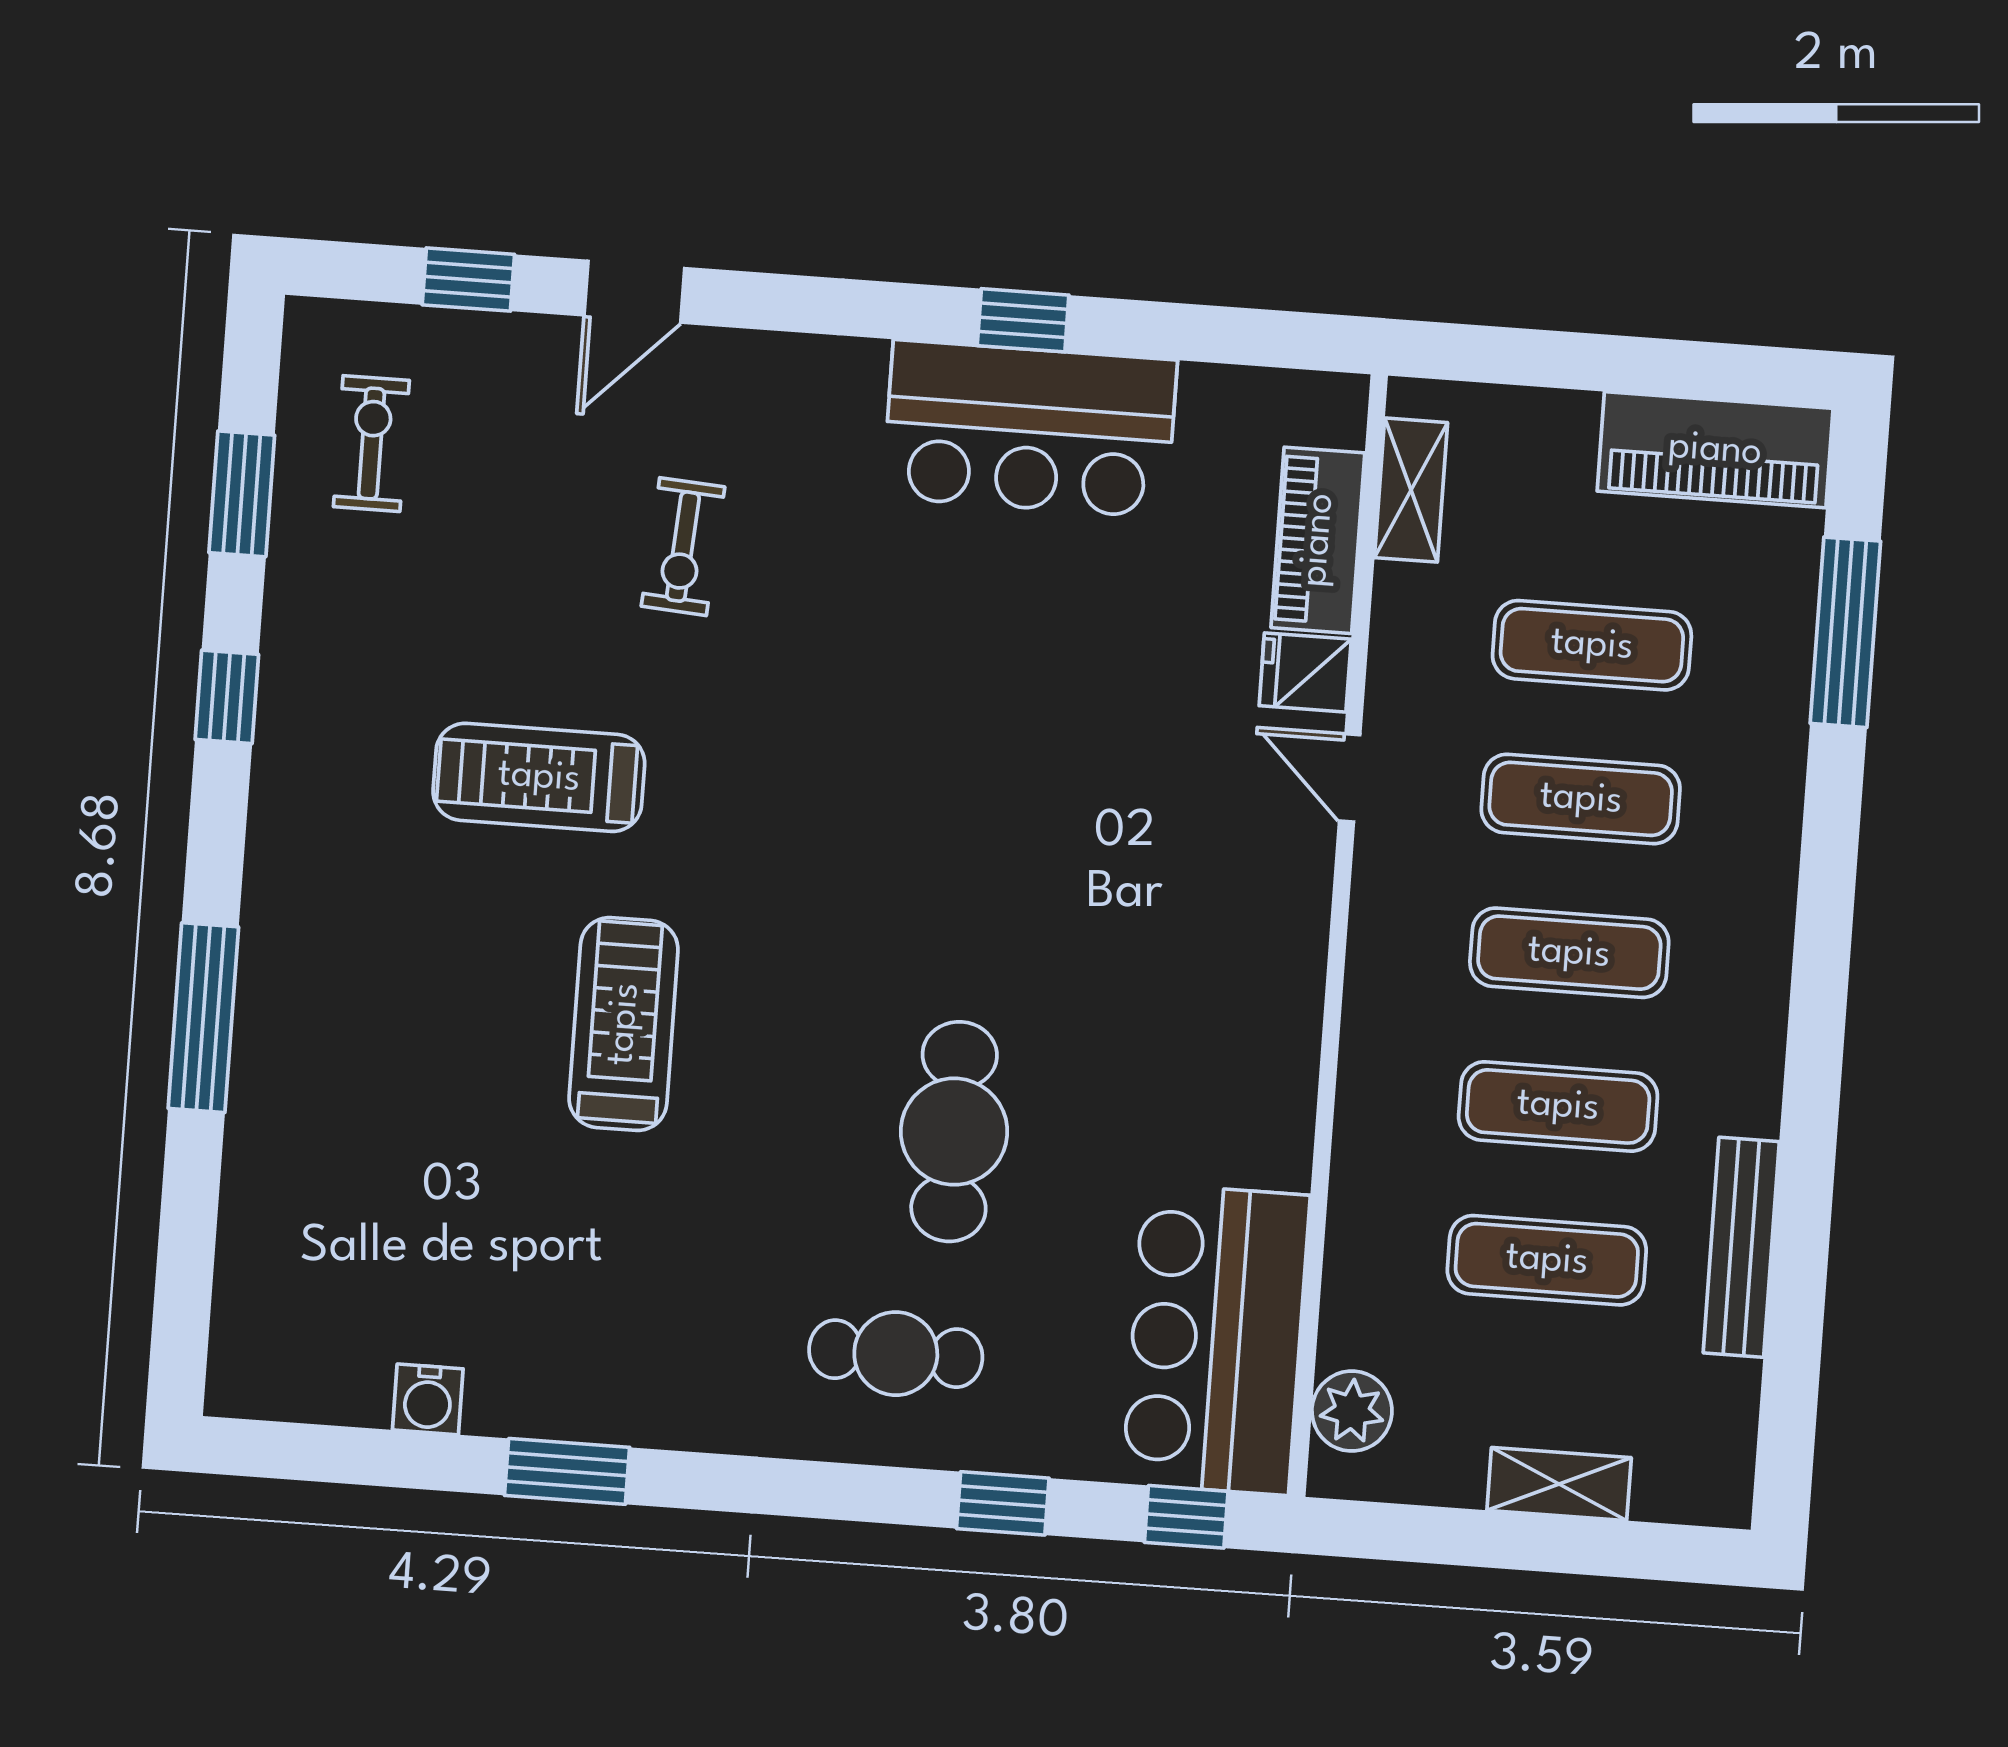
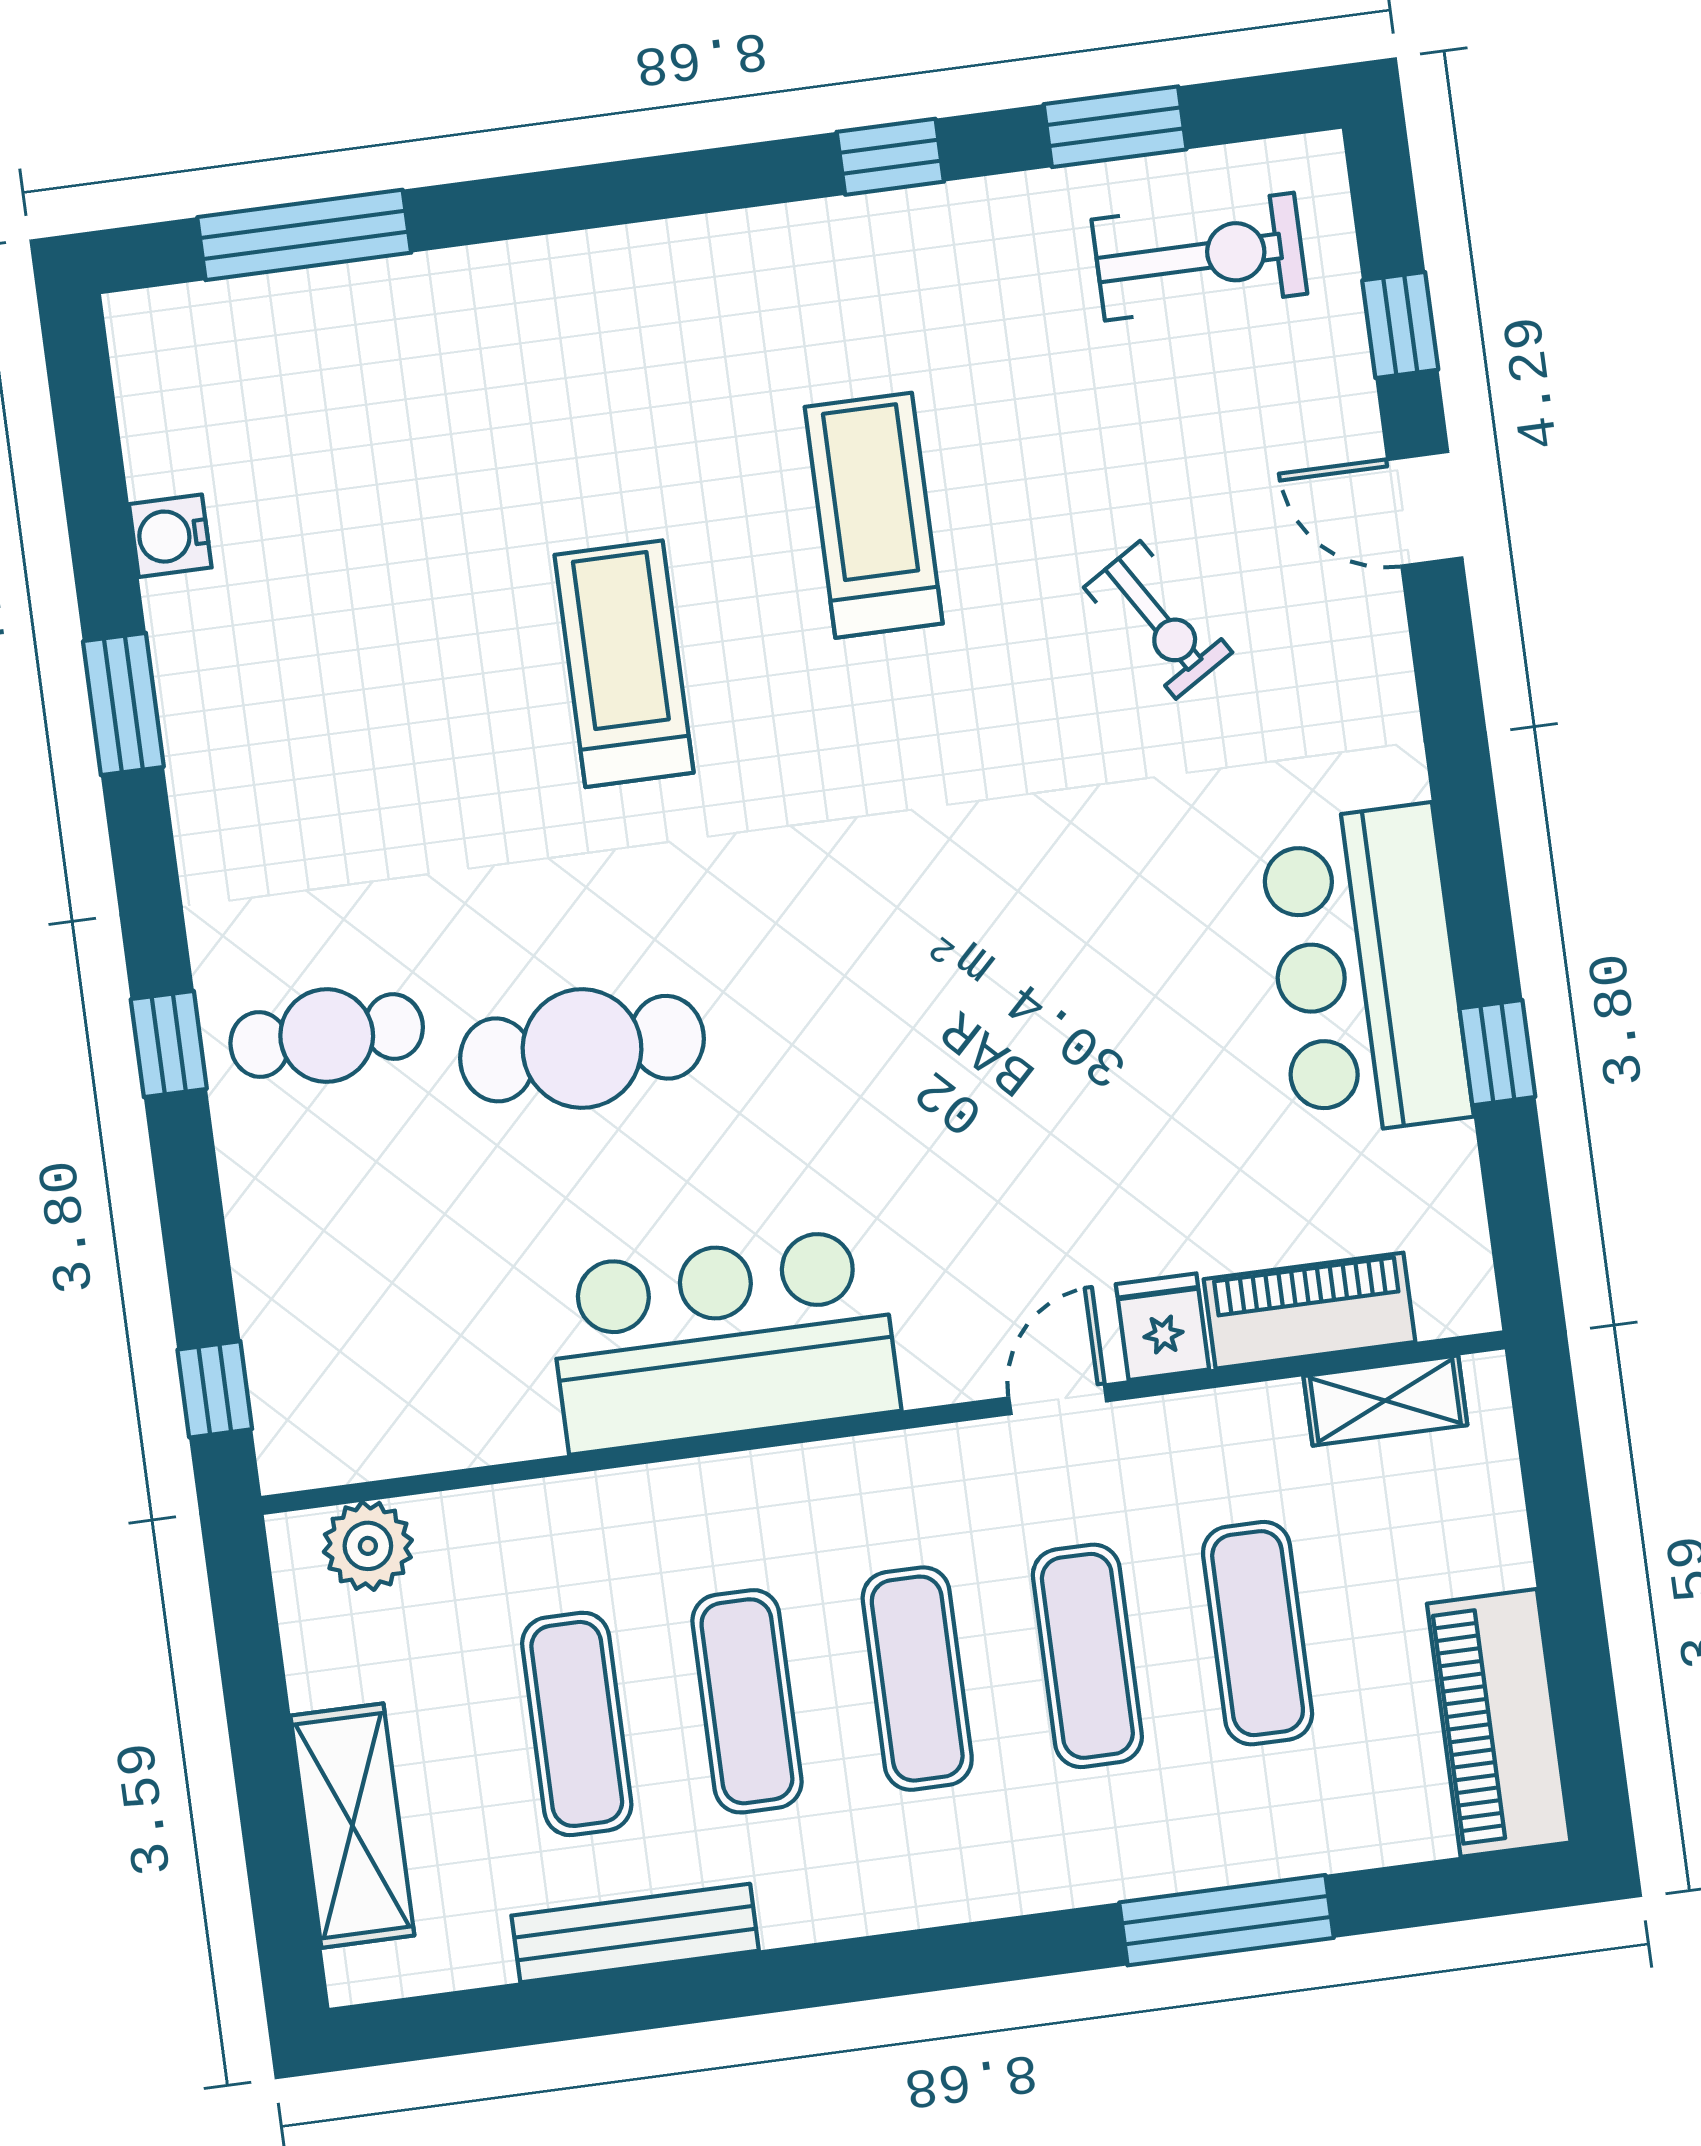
window: (1023, 320) -> (1497, 1053), moved
exercise bike: (371, 444) -> (1199, 257), width x1.38, depth x1.39
exercise bike: (683, 547) -> (1158, 620), turned -126
window: (1845, 632) -> (1226, 1920), moved
window: (203, 1018) -> (304, 235), moved
treadmill: (624, 1024) -> (624, 664), turned -90
bar counter: (1216, 1339) -> (723, 1340), moved
cafe table: (896, 1354) -> (327, 1036), turned 90
shelving: (1559, 1484) -> (352, 1826), width x1.50, depth x1.33
window: (1003, 1503) -> (169, 1044), moved

